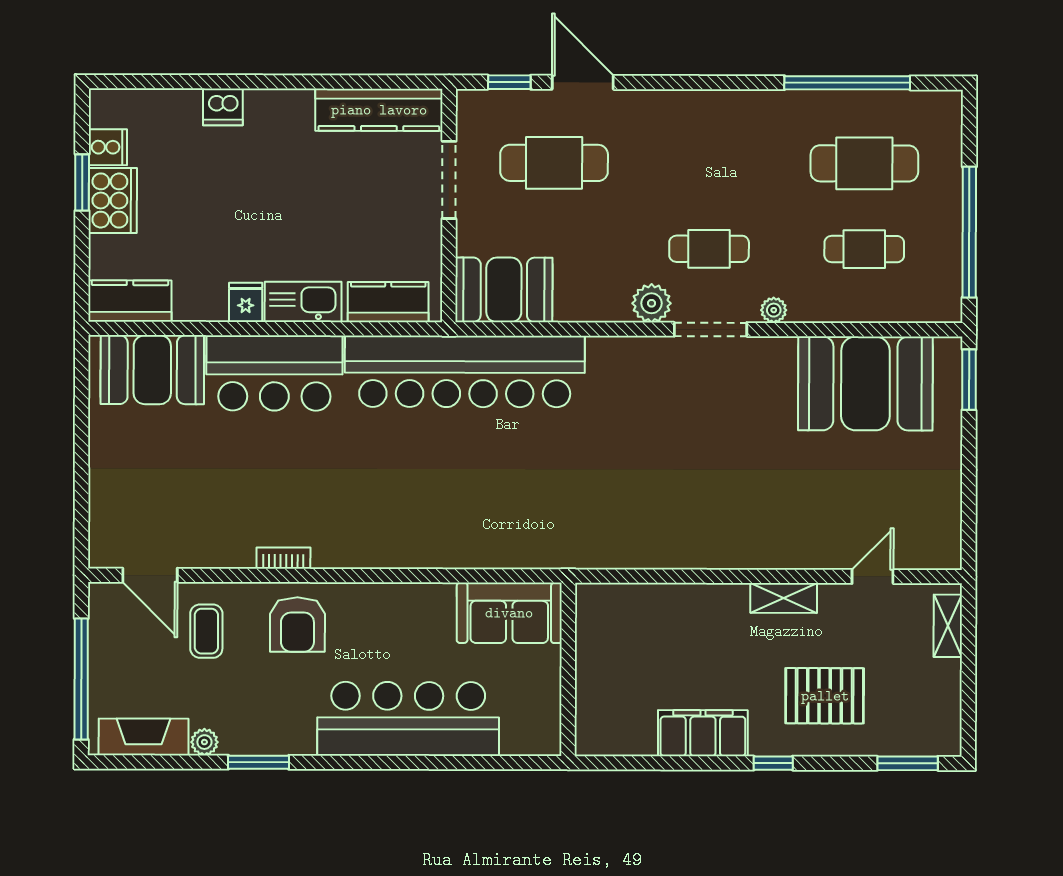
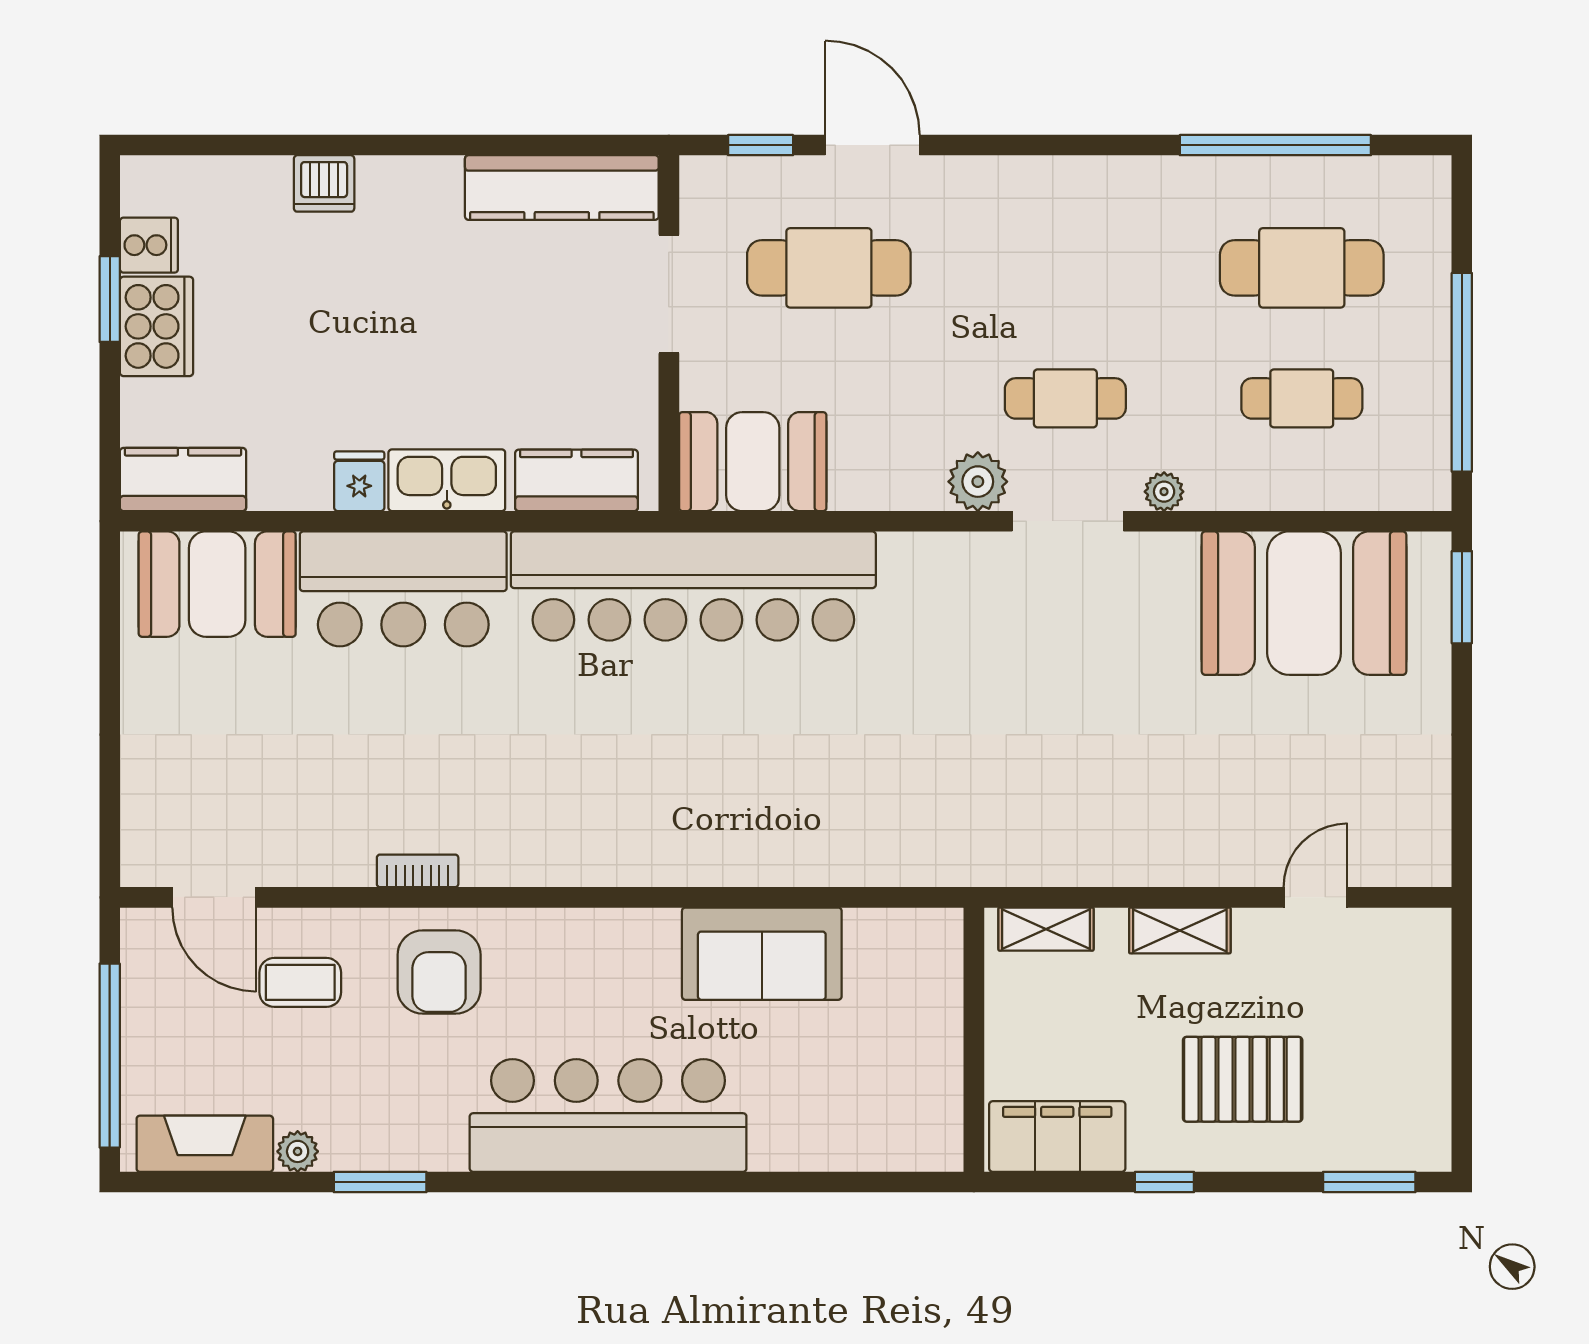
shelving: (948, 626) -> (1046, 929), moved, turned 90
coffee table: (206, 631) -> (300, 982), turned 90
wall: (568, 669) -> (974, 1040), moved

